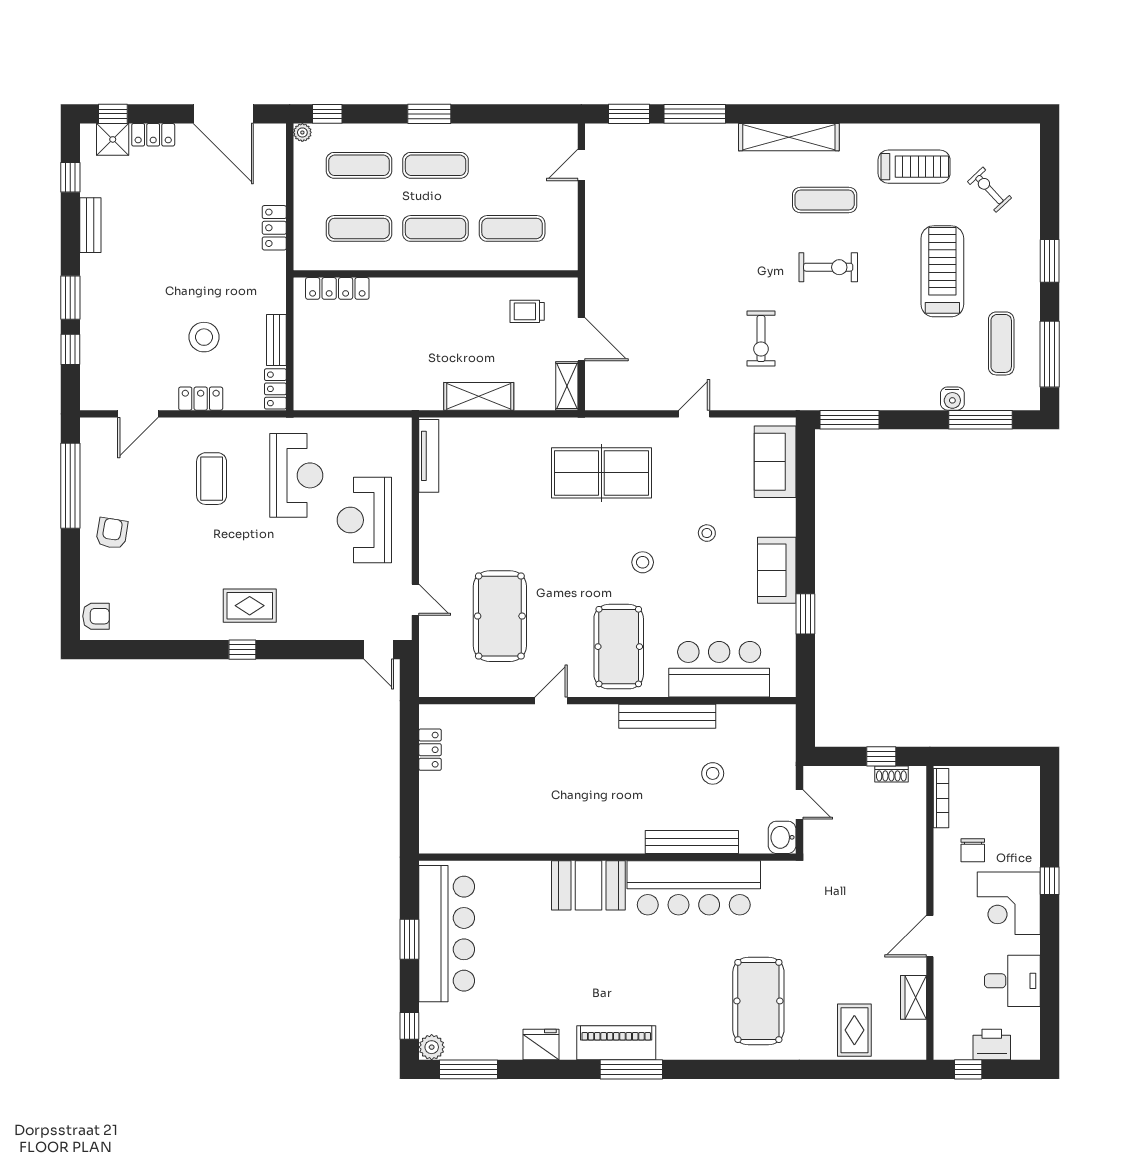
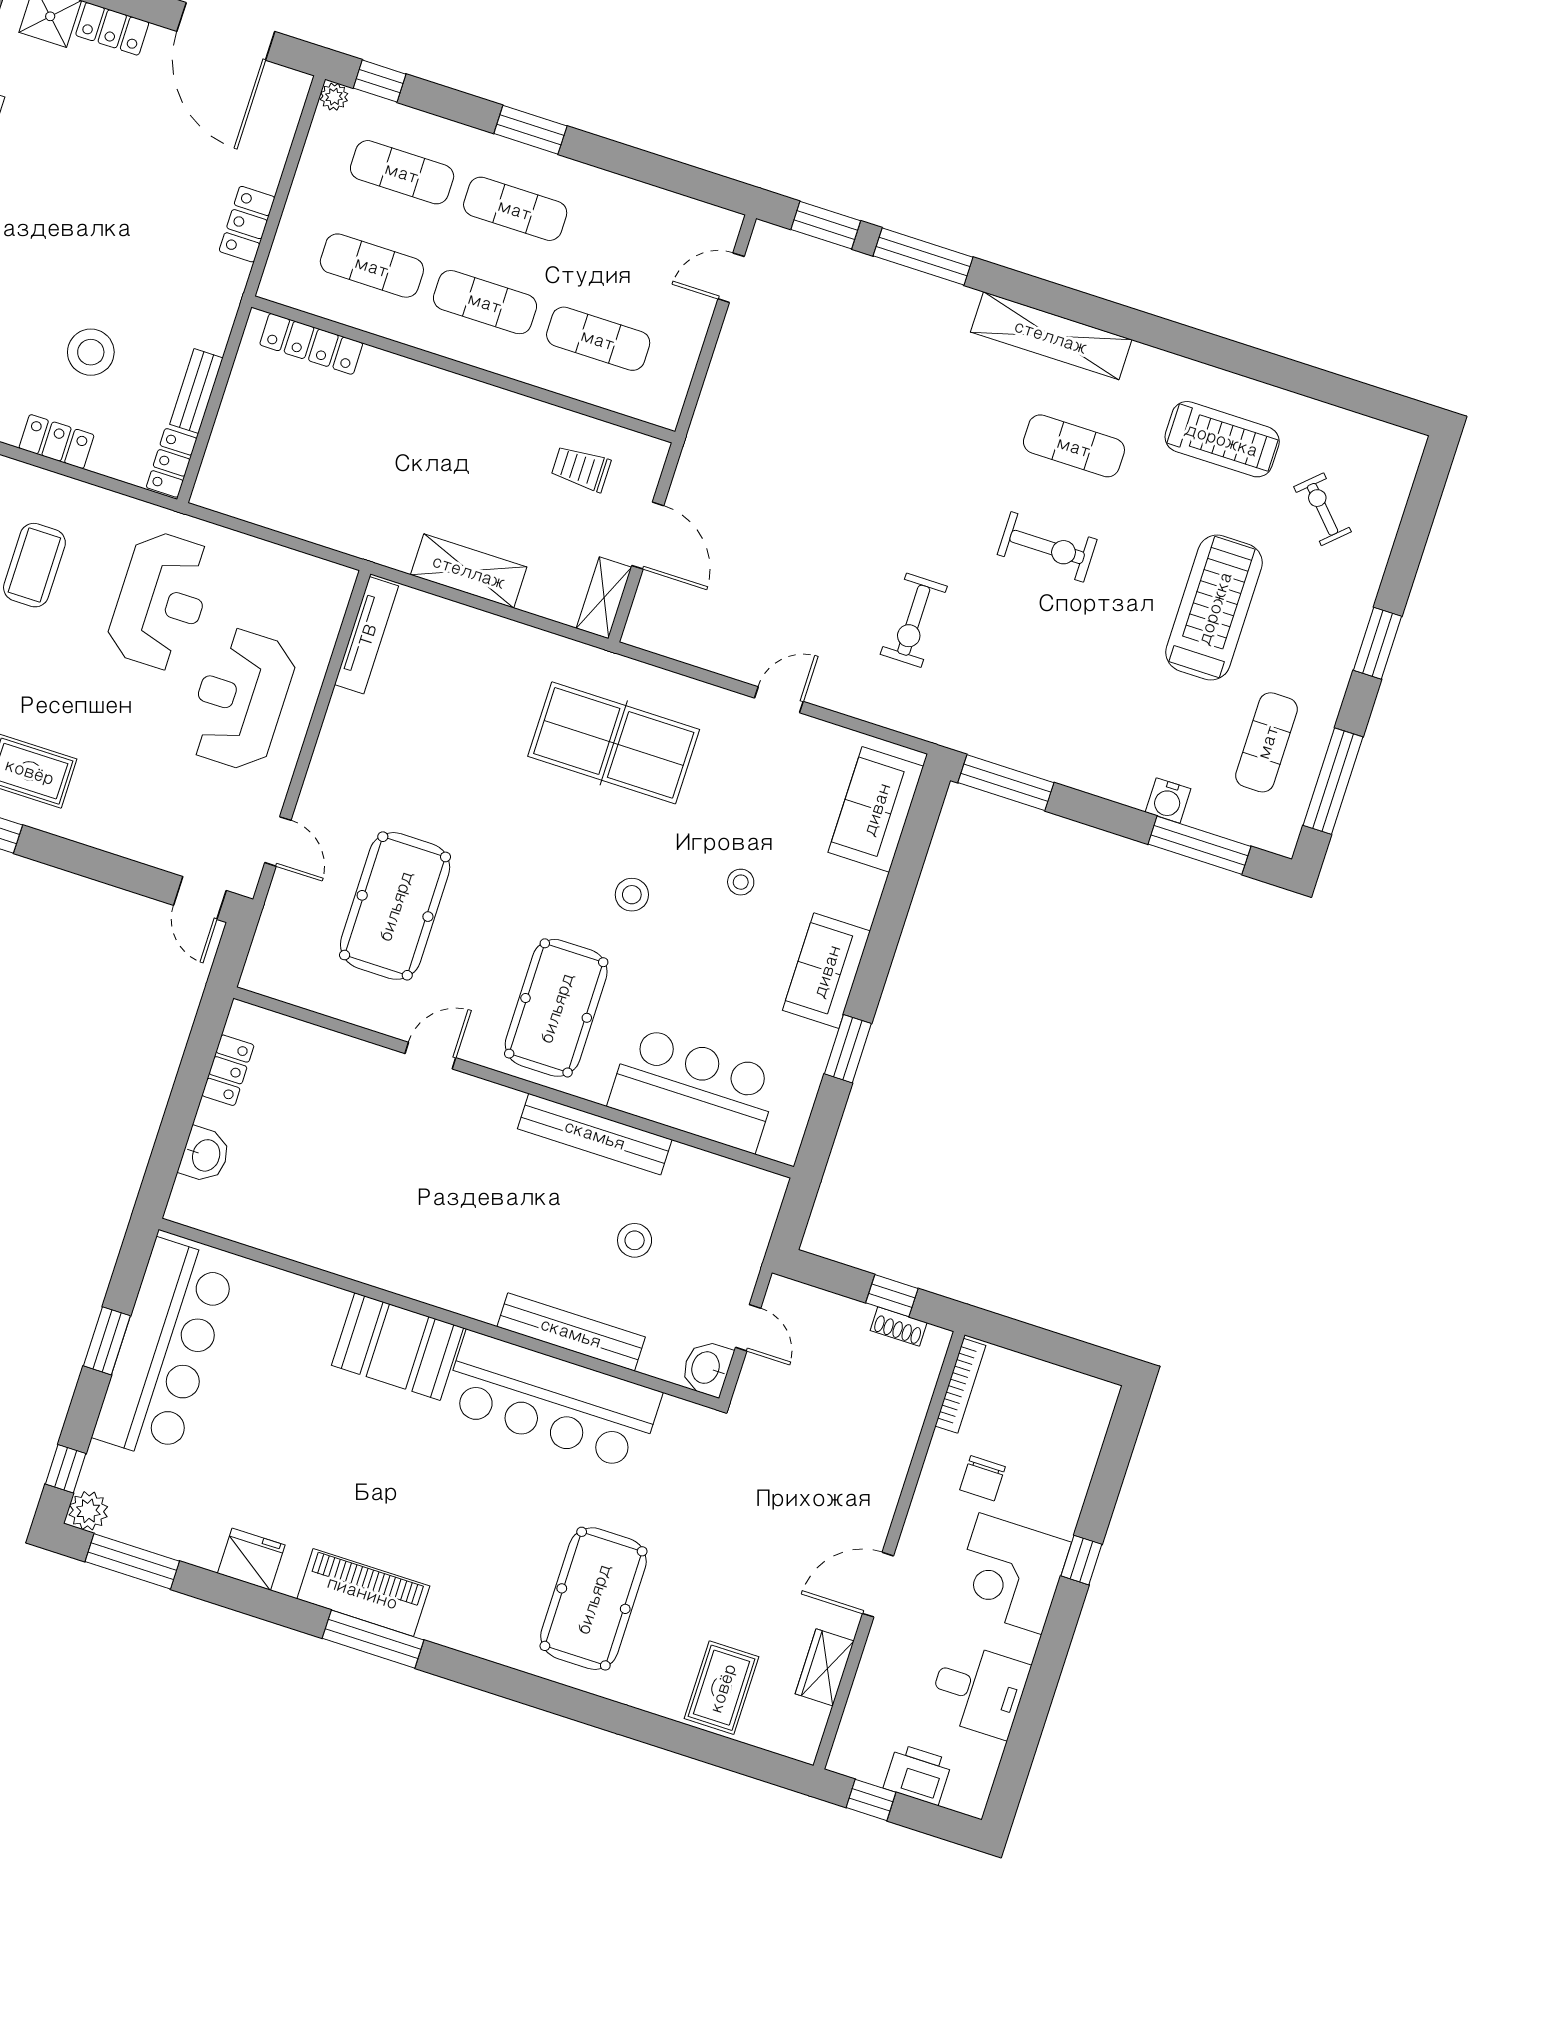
washbasin: (433, 806) -> (205, 1155), added

